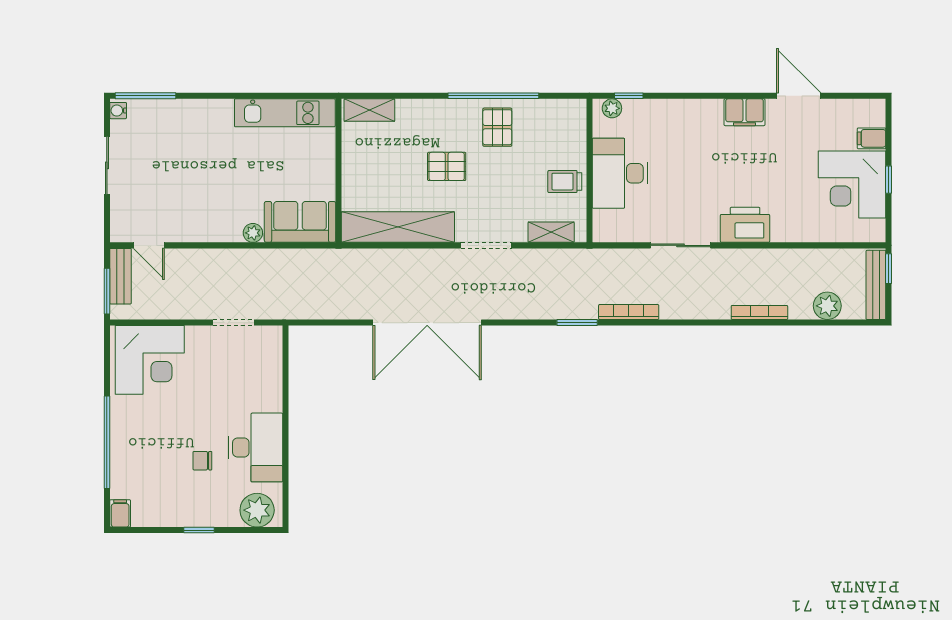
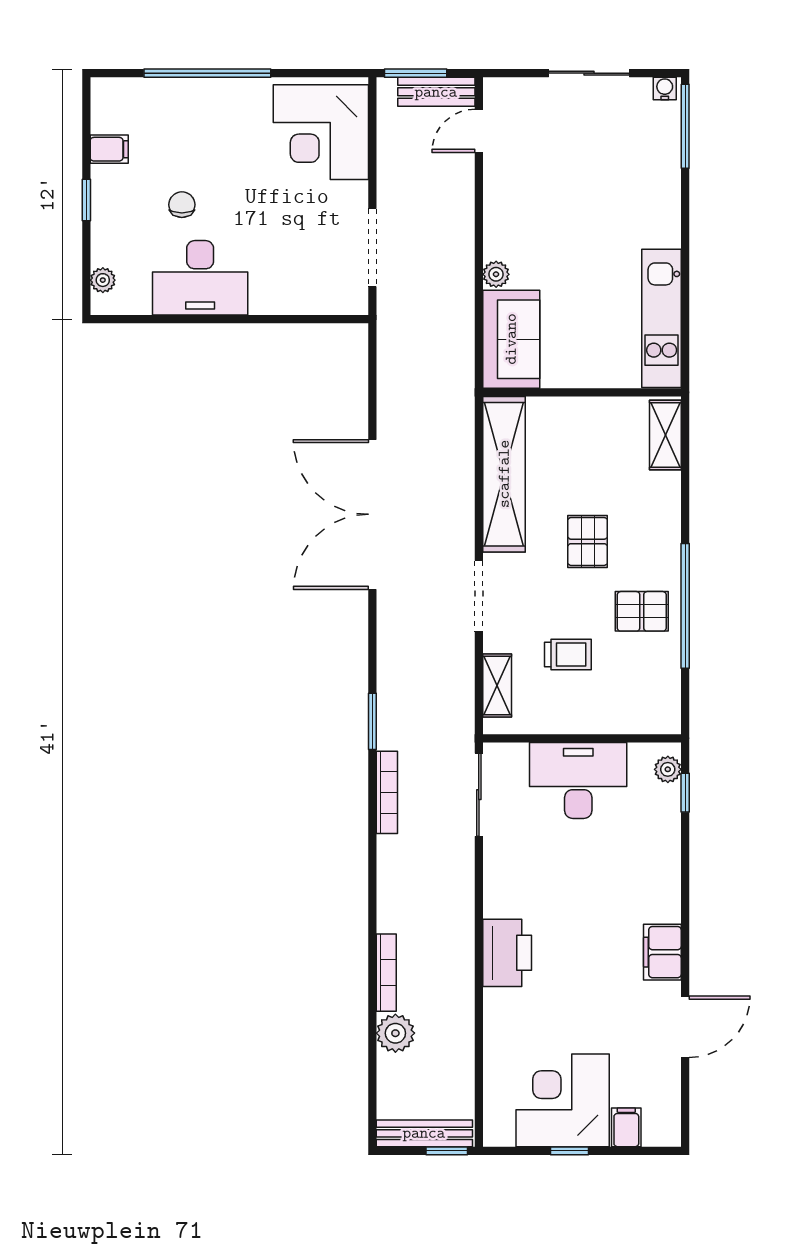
trolley: (565, 182) -> (568, 655), moved, turned 90
sliding door: (681, 245) -> (479, 795), moved
plant: (827, 306) -> (395, 1033), moved
doorway: (234, 323) -> (372, 248), width x1.38
plant: (257, 510) -> (103, 280), width x0.53, depth x0.53
filing cabinet: (120, 513) -> (109, 149), moved

